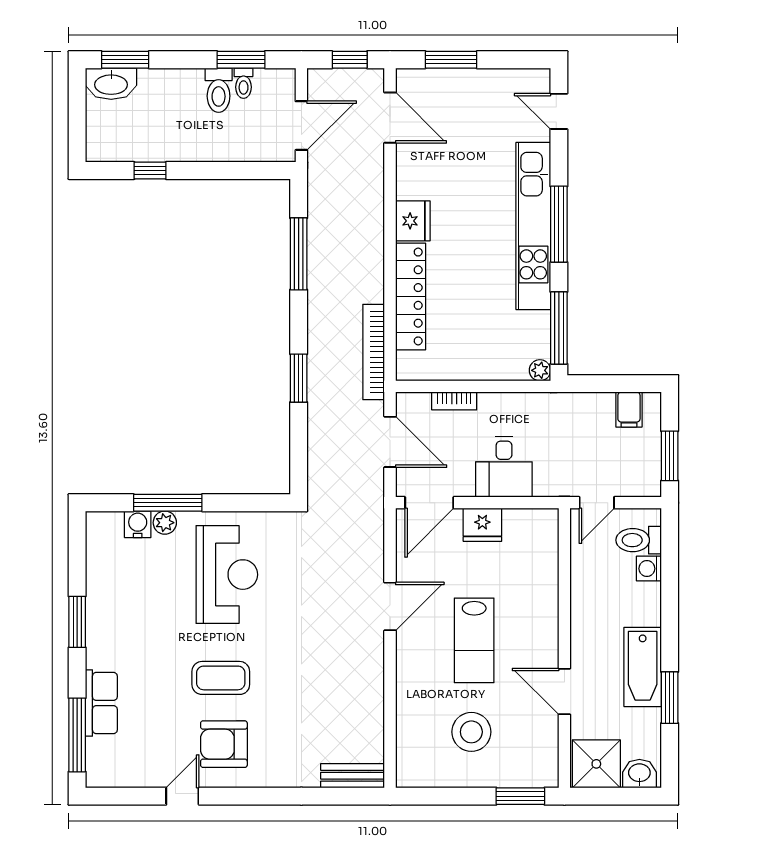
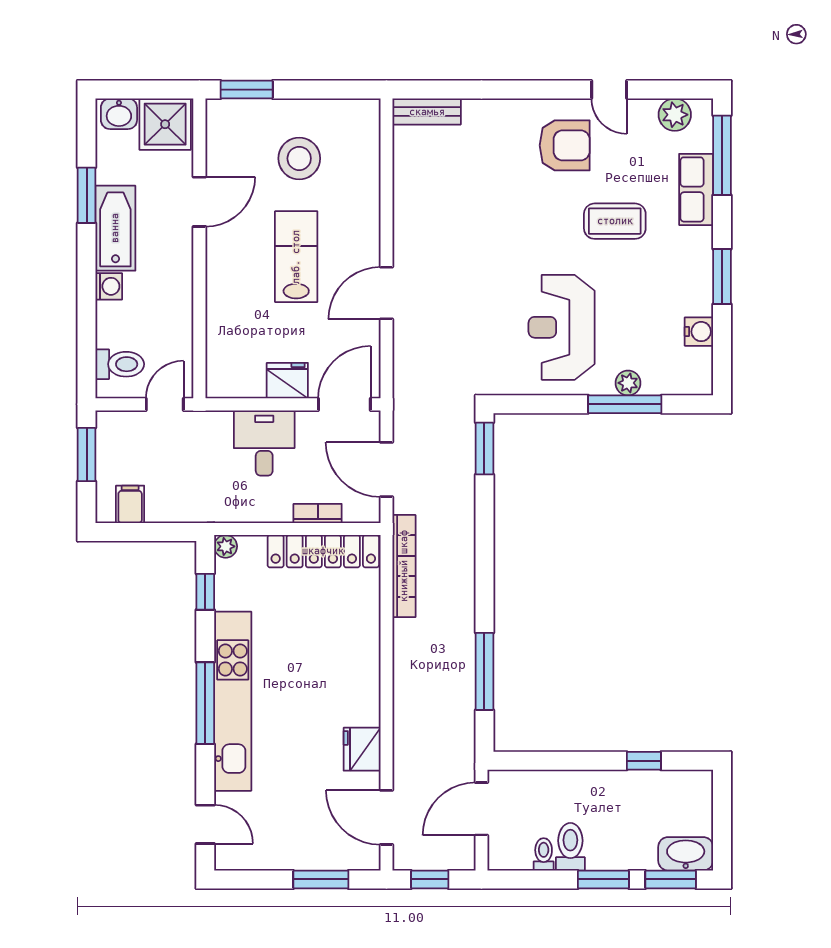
window: (241, 60) -> (603, 879), moved
fridge: (413, 221) -> (362, 749), moved
locker: (411, 296) -> (323, 551), moved, turned -90
window: (559, 328) -> (205, 592), width x0.46
window: (299, 378) -> (484, 449), moved
water cooler: (138, 524) -> (699, 332), moved, turned -90
washing machine: (649, 569) -> (109, 286), moved
coffee table: (221, 678) -> (615, 221), moved
door: (564, 691) -> (199, 202), hinge flipped
plant: (121, 773) -> (675, 115), added
door: (182, 796) -> (609, 90), hinge flipped

